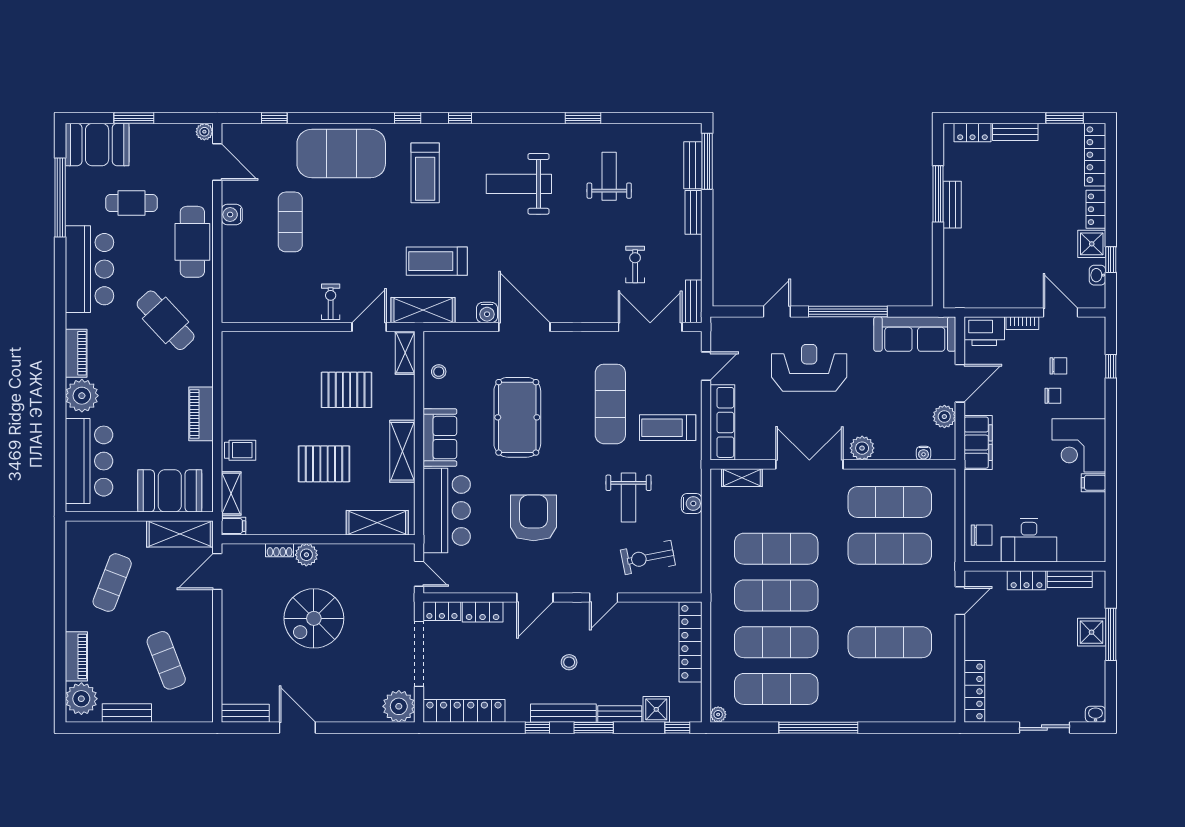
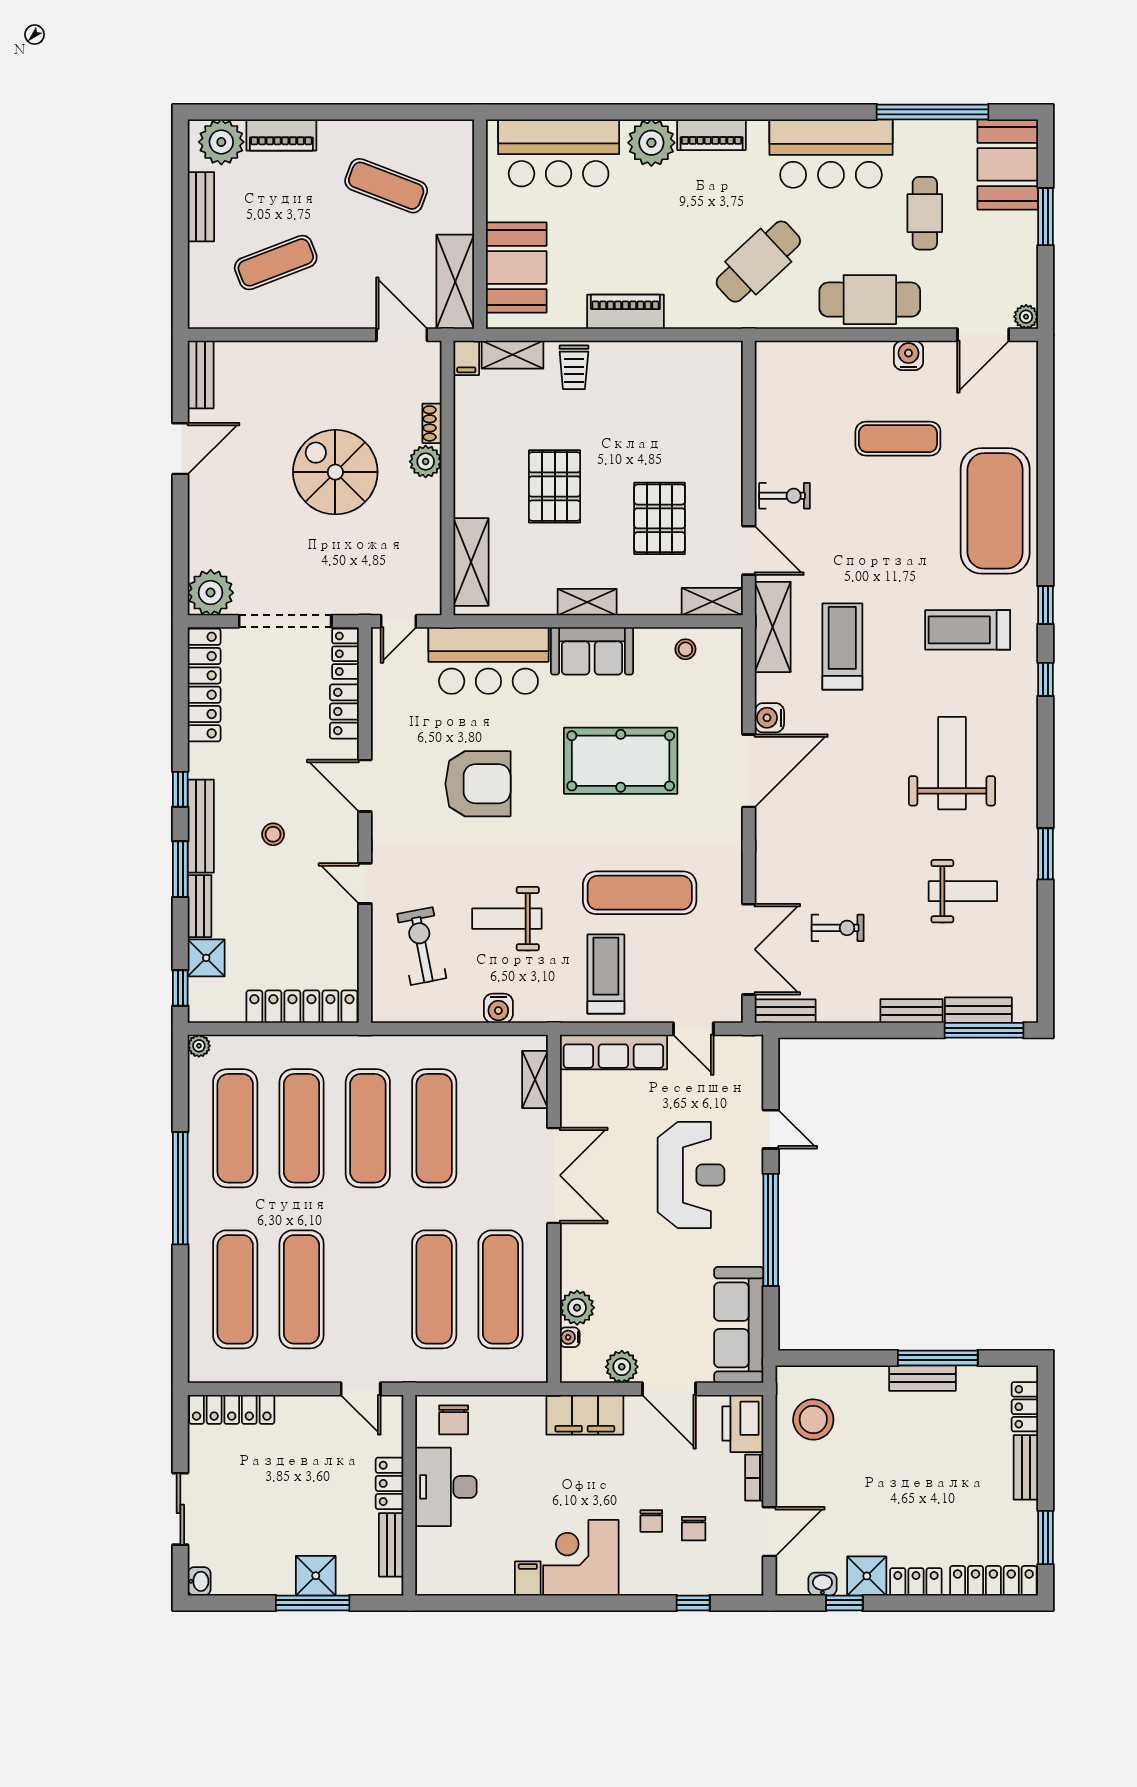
window: (274, 118) -> (1045, 416), removed
stool: (981, 282) -> (813, 1420), added
plant: (862, 448) -> (577, 1308), moved
shelving: (402, 451) -> (587, 602), width x0.67, depth x0.75
exercise mat: (890, 689) -> (235, 1289), added

